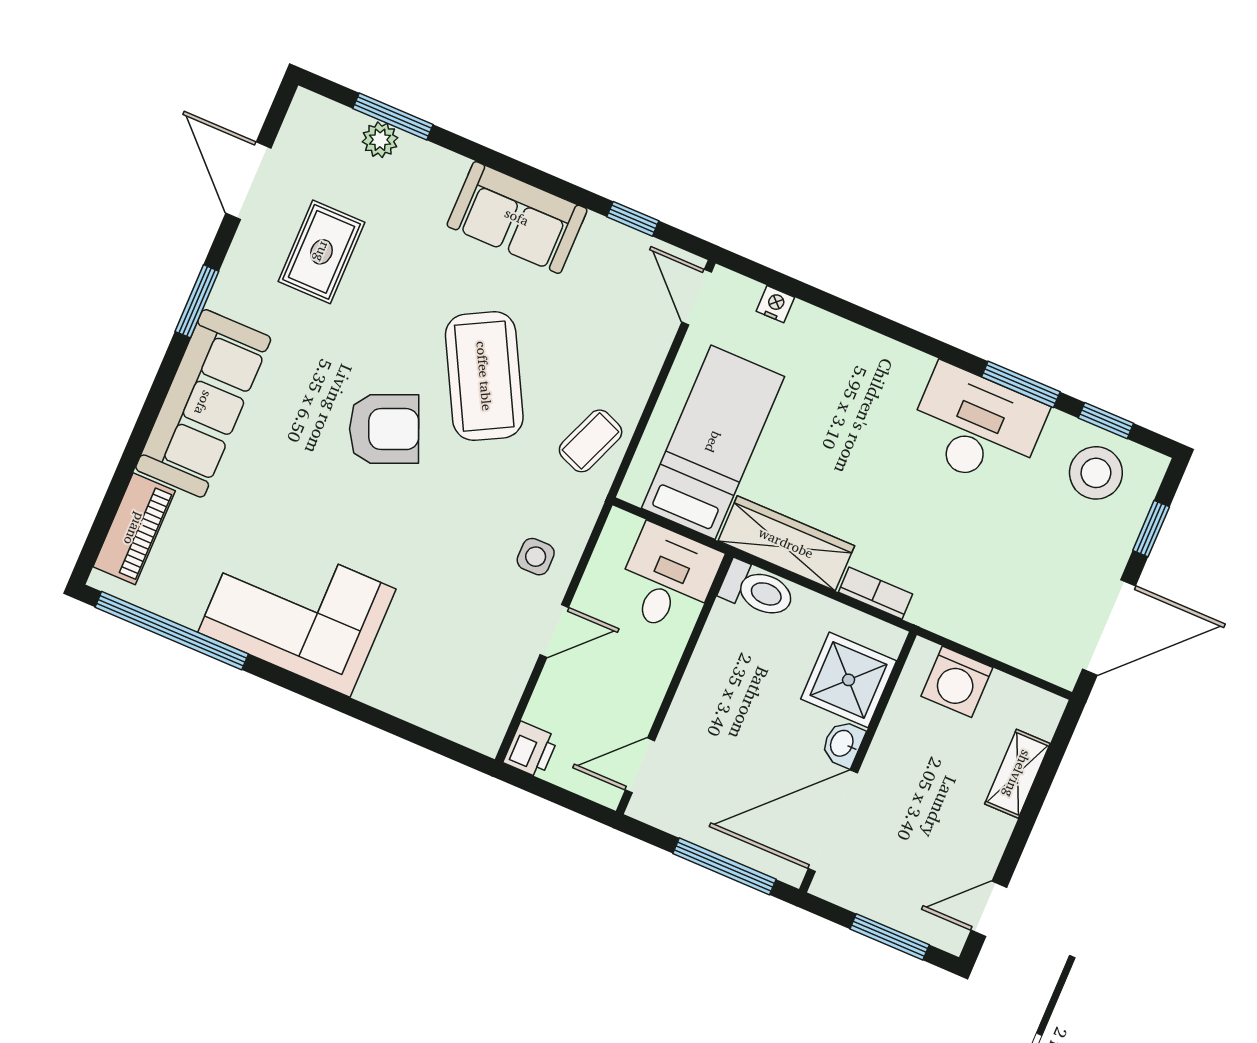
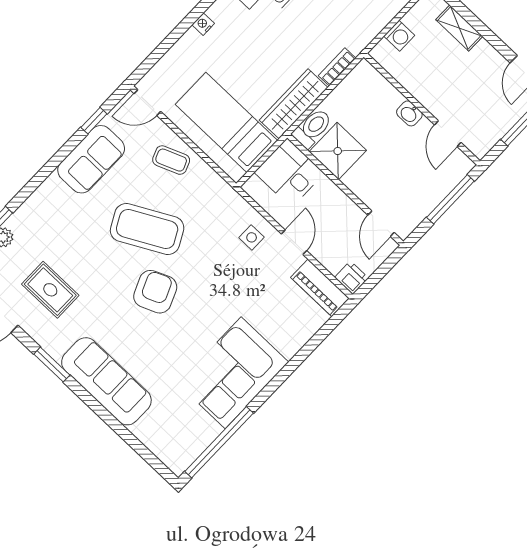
sofa: (517, 217) -> (91, 159), moved
nightstand: (775, 304) -> (203, 24), moved
coffee table: (591, 441) -> (171, 160), moved, turned -44
piano: (134, 529) -> (320, 288), moved, turned 180
shower: (849, 680) -> (338, 151), moved
washing machine: (957, 682) -> (399, 36), width x0.73, depth x0.73
door: (833, 821) -> (448, 134), width x0.53

